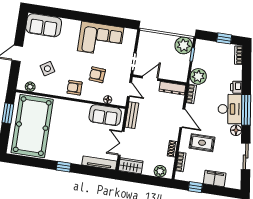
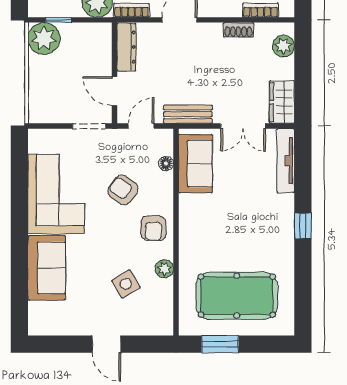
sofa: (44, 25) -> (47, 268), moved
armchair: (97, 75) -> (123, 190), turned 121
plant: (30, 87) -> (164, 269), moved
pool table: (32, 126) -> (237, 296), width x0.73, depth x0.76

